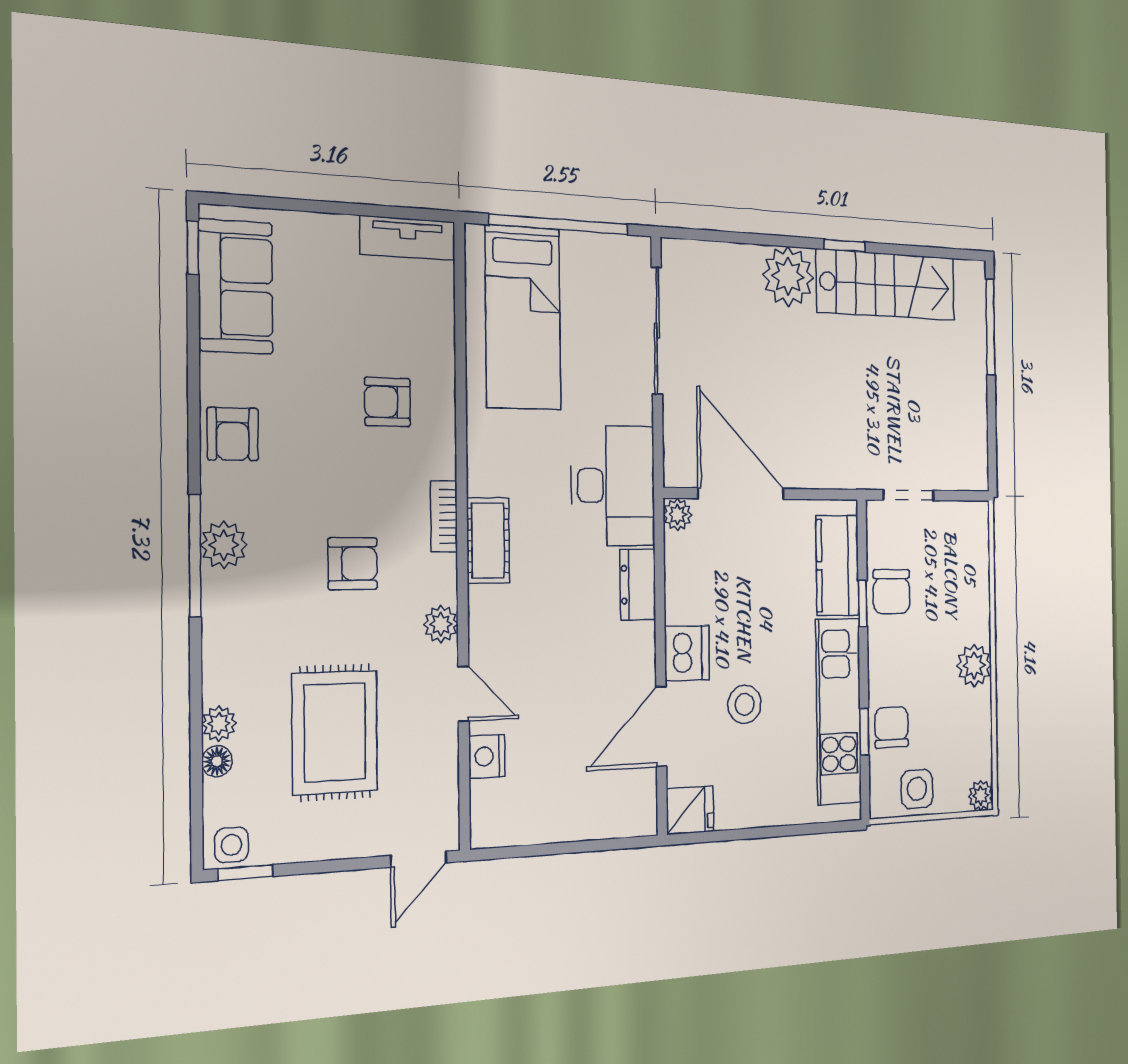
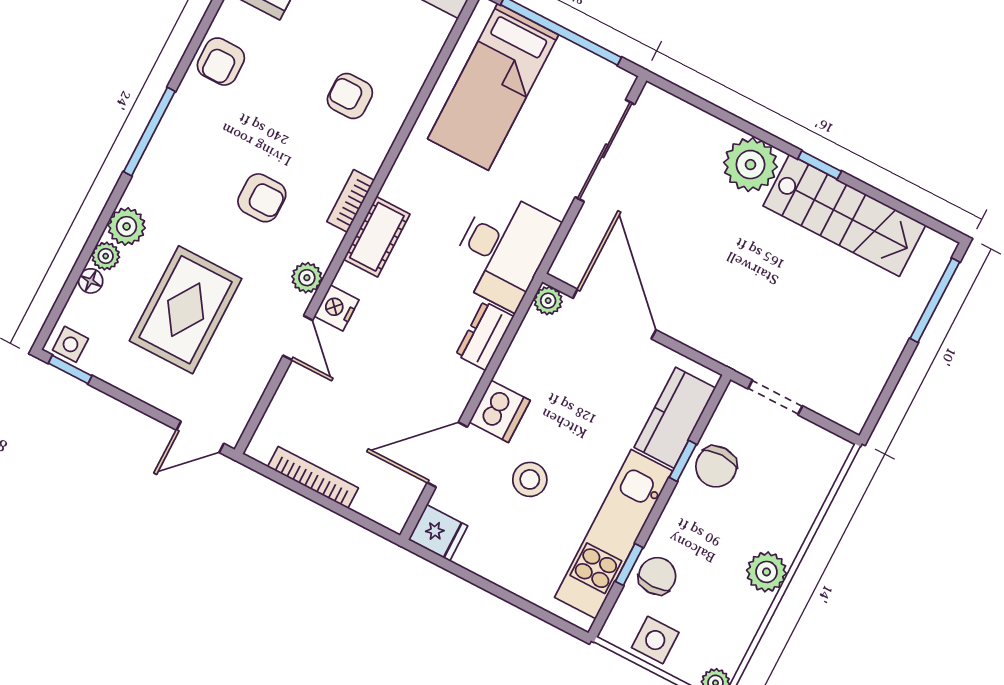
plant: (224, 545) -> (127, 226), moved
nightstand: (487, 756) -> (337, 308), moved
bookcase: (549, 830) -> (313, 477), added

